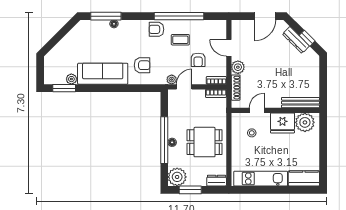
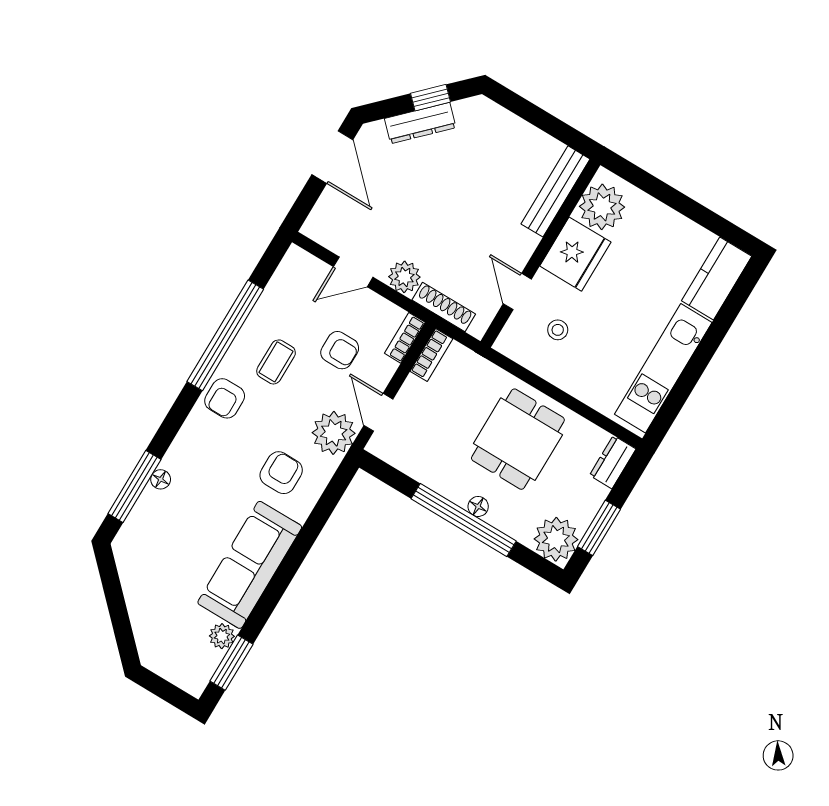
plant: (172, 80) -> (334, 433), width x1.88, depth x1.88

